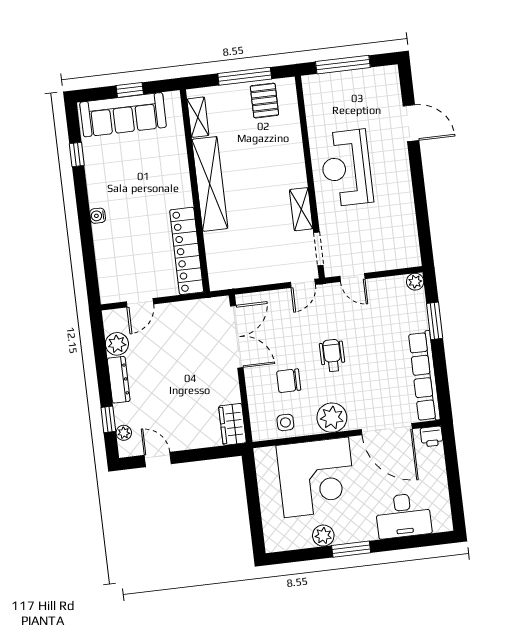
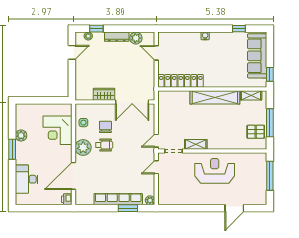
window: (130, 90) -> (270, 74), moved
door: (303, 283) -> (156, 141), hinge flipped
wheelchair: (332, 355) -> (104, 145), moved
row of seats: (424, 376) -> (118, 199), moved
wardrobe: (232, 424) -> (104, 94), moved
corner desk: (316, 477) -> (58, 130), width x0.74, depth x0.74

